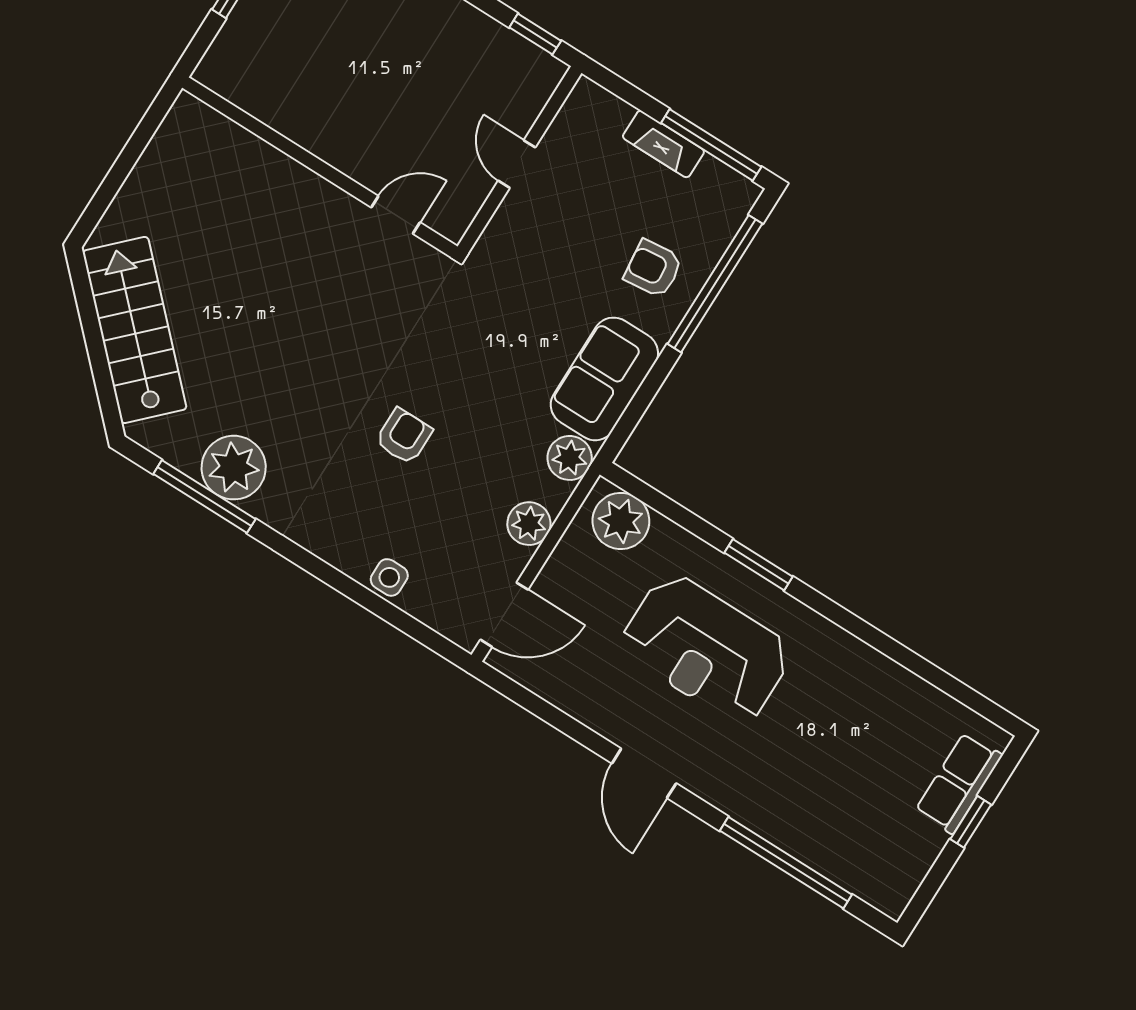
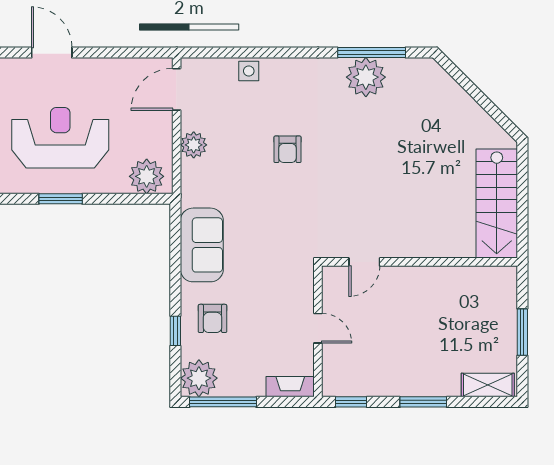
fireplace: (663, 144) -> (290, 387), moved
armchair: (653, 269) -> (213, 318), turned 96
window: (715, 284) -> (175, 331), width x0.32
stairs: (135, 330) -> (497, 204), moved, turned 45
plant: (570, 458) -> (199, 378), moved, width x1.36, depth x1.36

